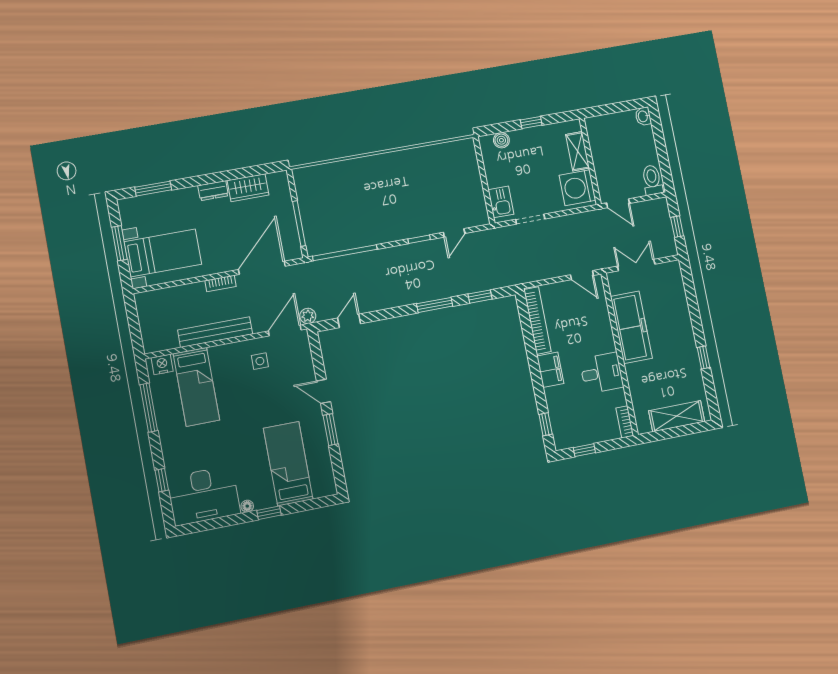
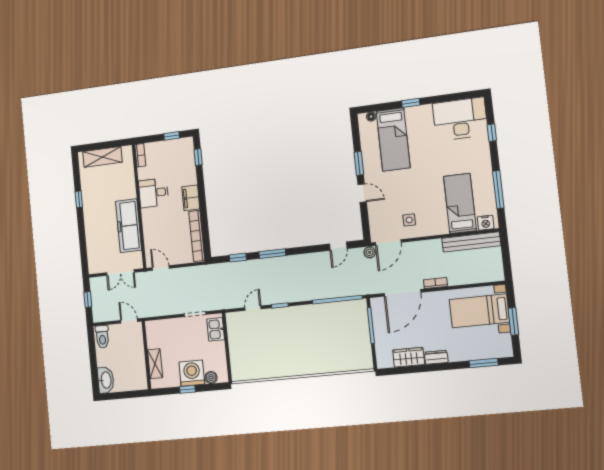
washbasin: (643, 116) -> (106, 380), width x1.91, depth x1.45
washing machine: (578, 188) -> (192, 373), moved, turned -90
bench: (215, 332) -> (471, 242), moved
floor lamp: (247, 506) -> (371, 117), moved

